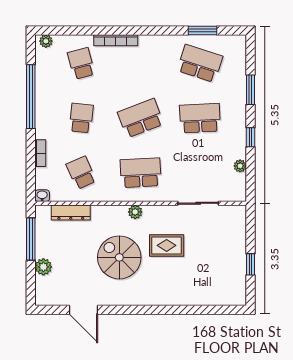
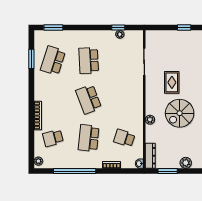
window: (251, 90) -> (53, 28), moved
school desk: (81, 118) -> (89, 138), width x1.85
window: (251, 137) -> (118, 28), moved
school desk: (81, 173) -> (124, 138), turned 42
school desk: (141, 173) -> (124, 99), removed
dresser: (71, 212) -> (150, 156), moved
plant: (135, 212) -> (150, 120), moved
window: (31, 239) -> (168, 171), width x0.69

